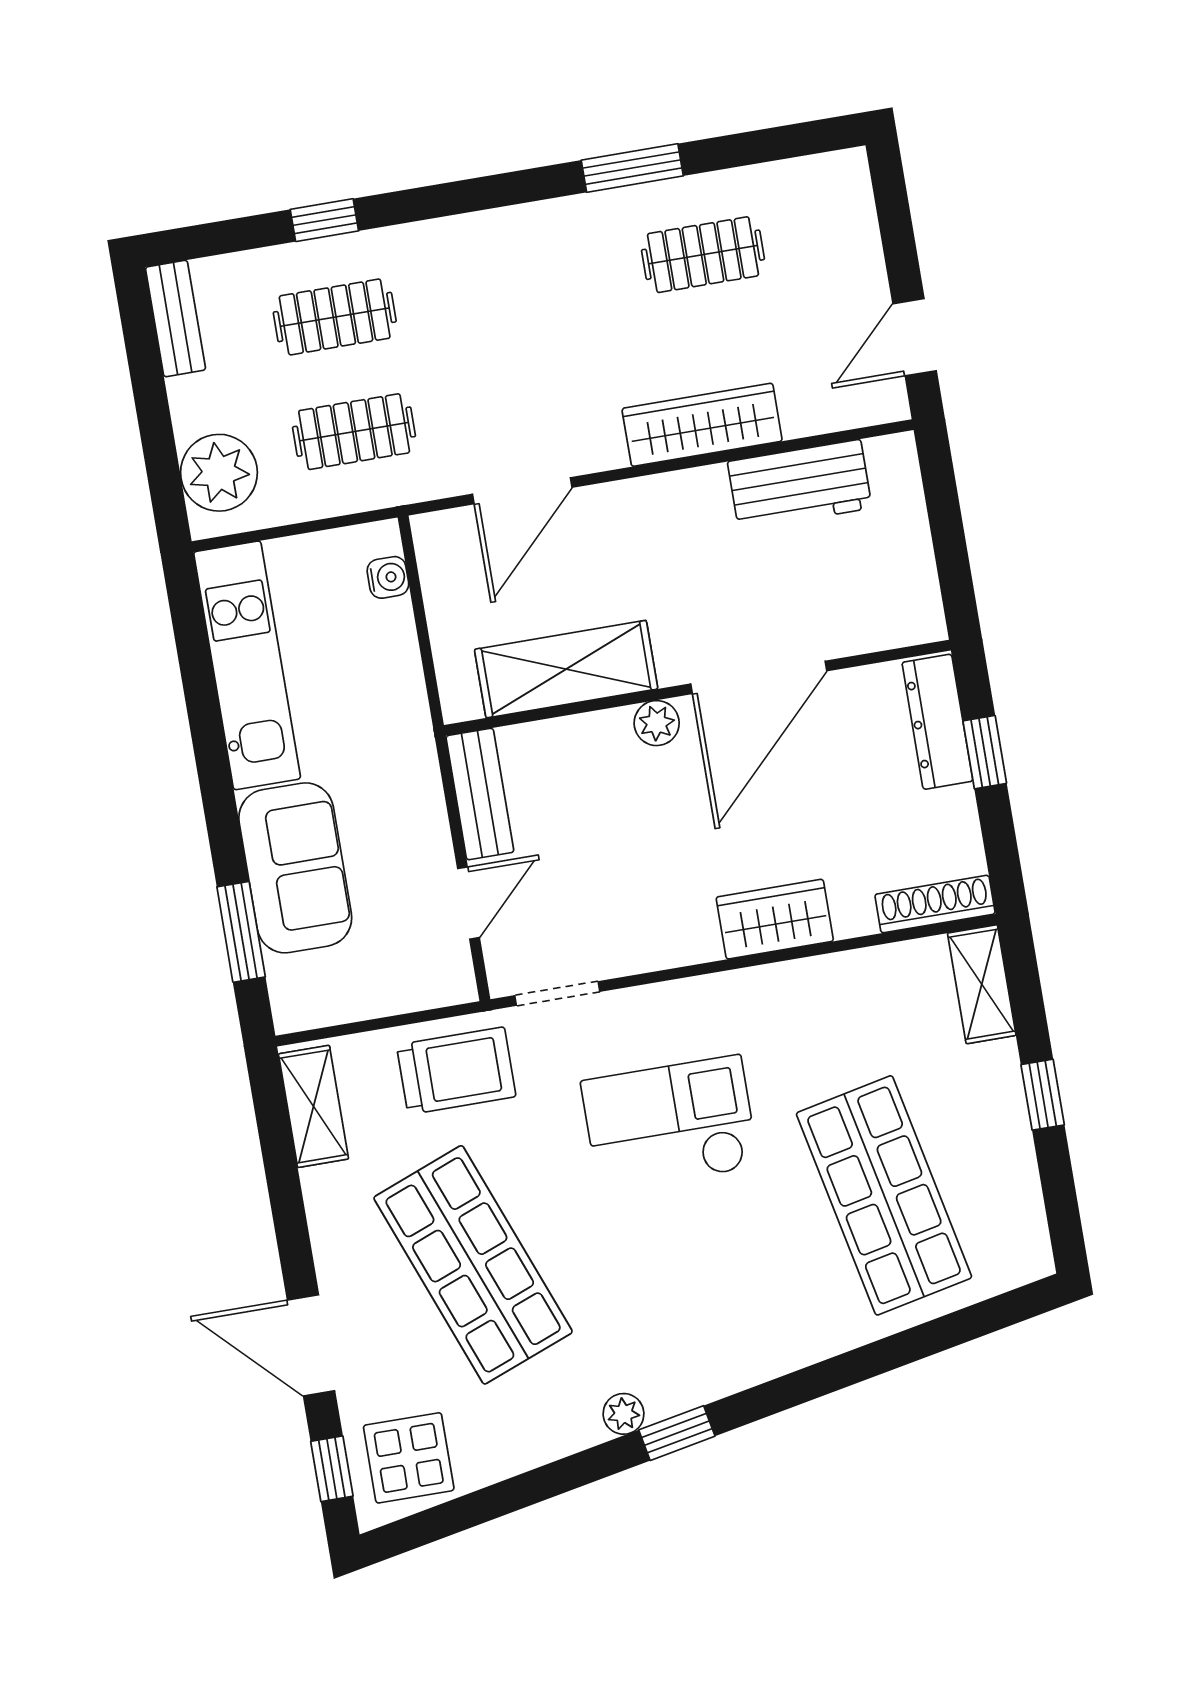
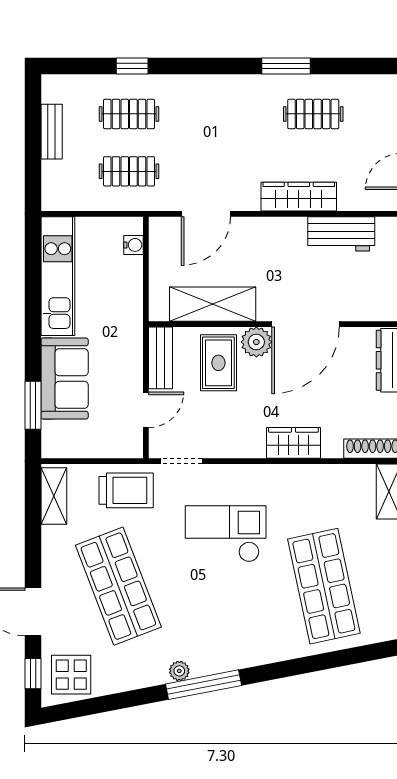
bench: (176, 318) -> (52, 132), moved
plant: (219, 473) -> (60, 180), removed
plant: (657, 723) -> (256, 342), width x1.38, depth x1.38
rug: (598, 784) -> (218, 363), added
window: (677, 1433) -> (204, 685), width x2.17

